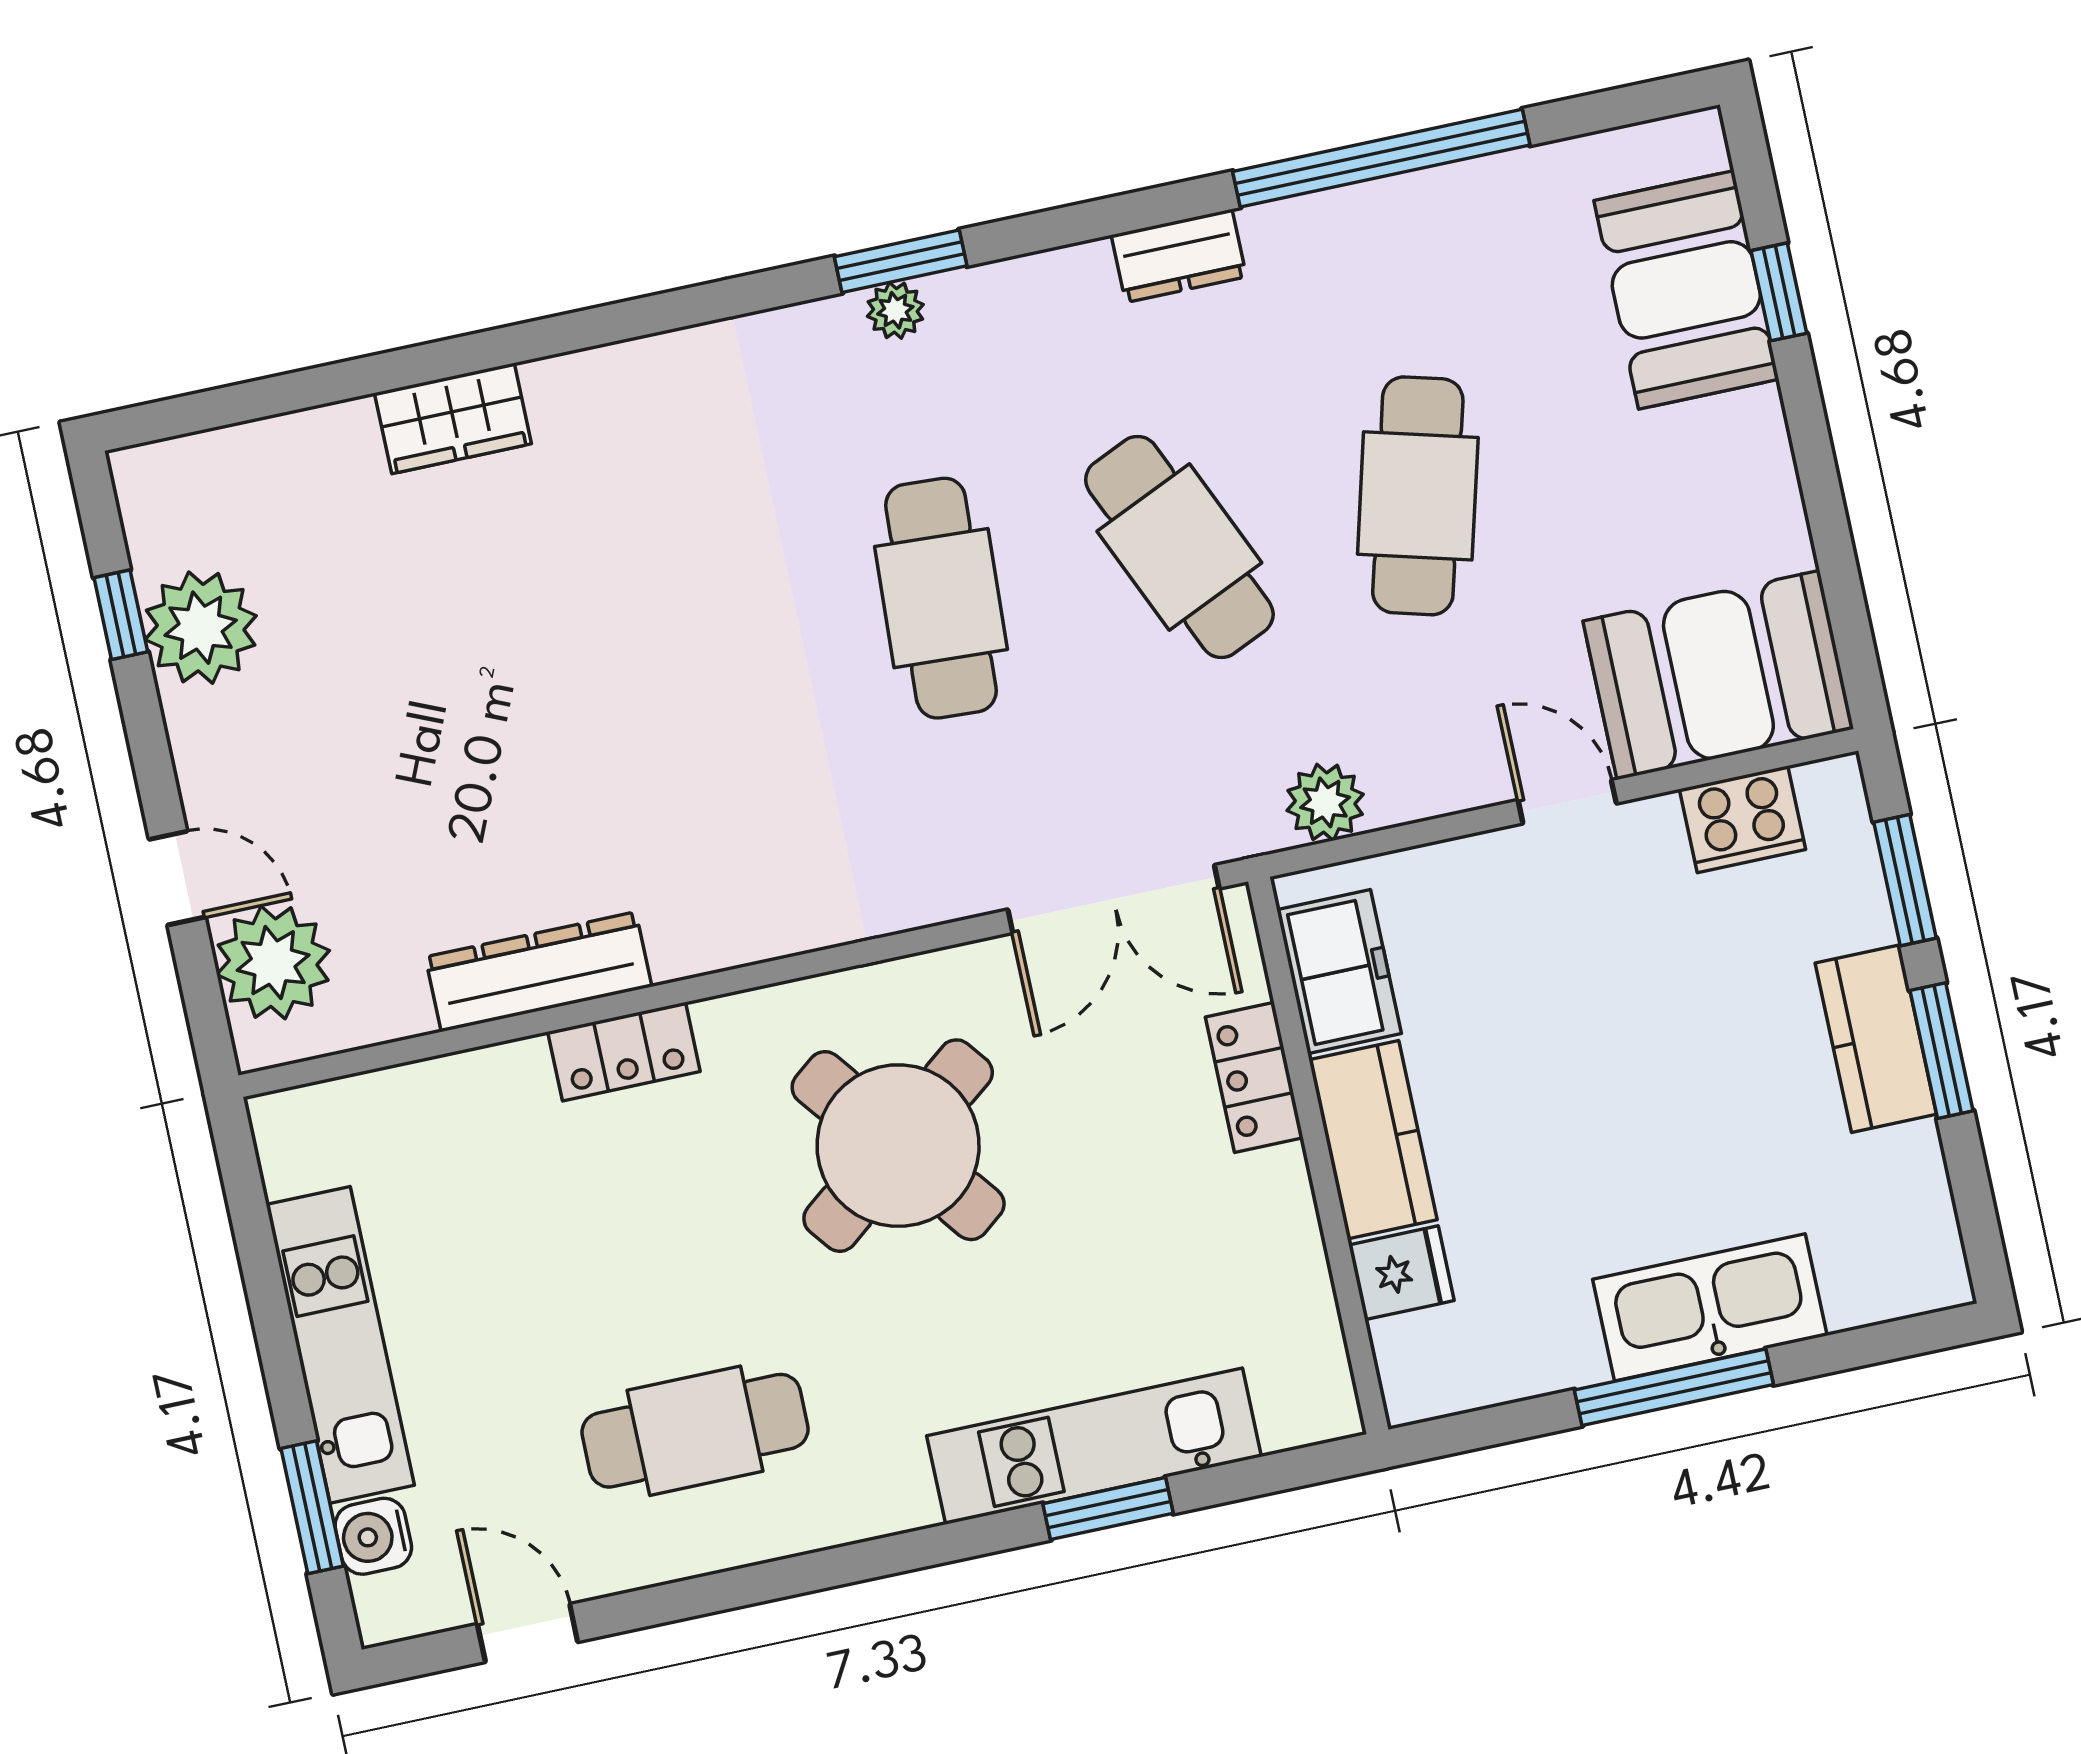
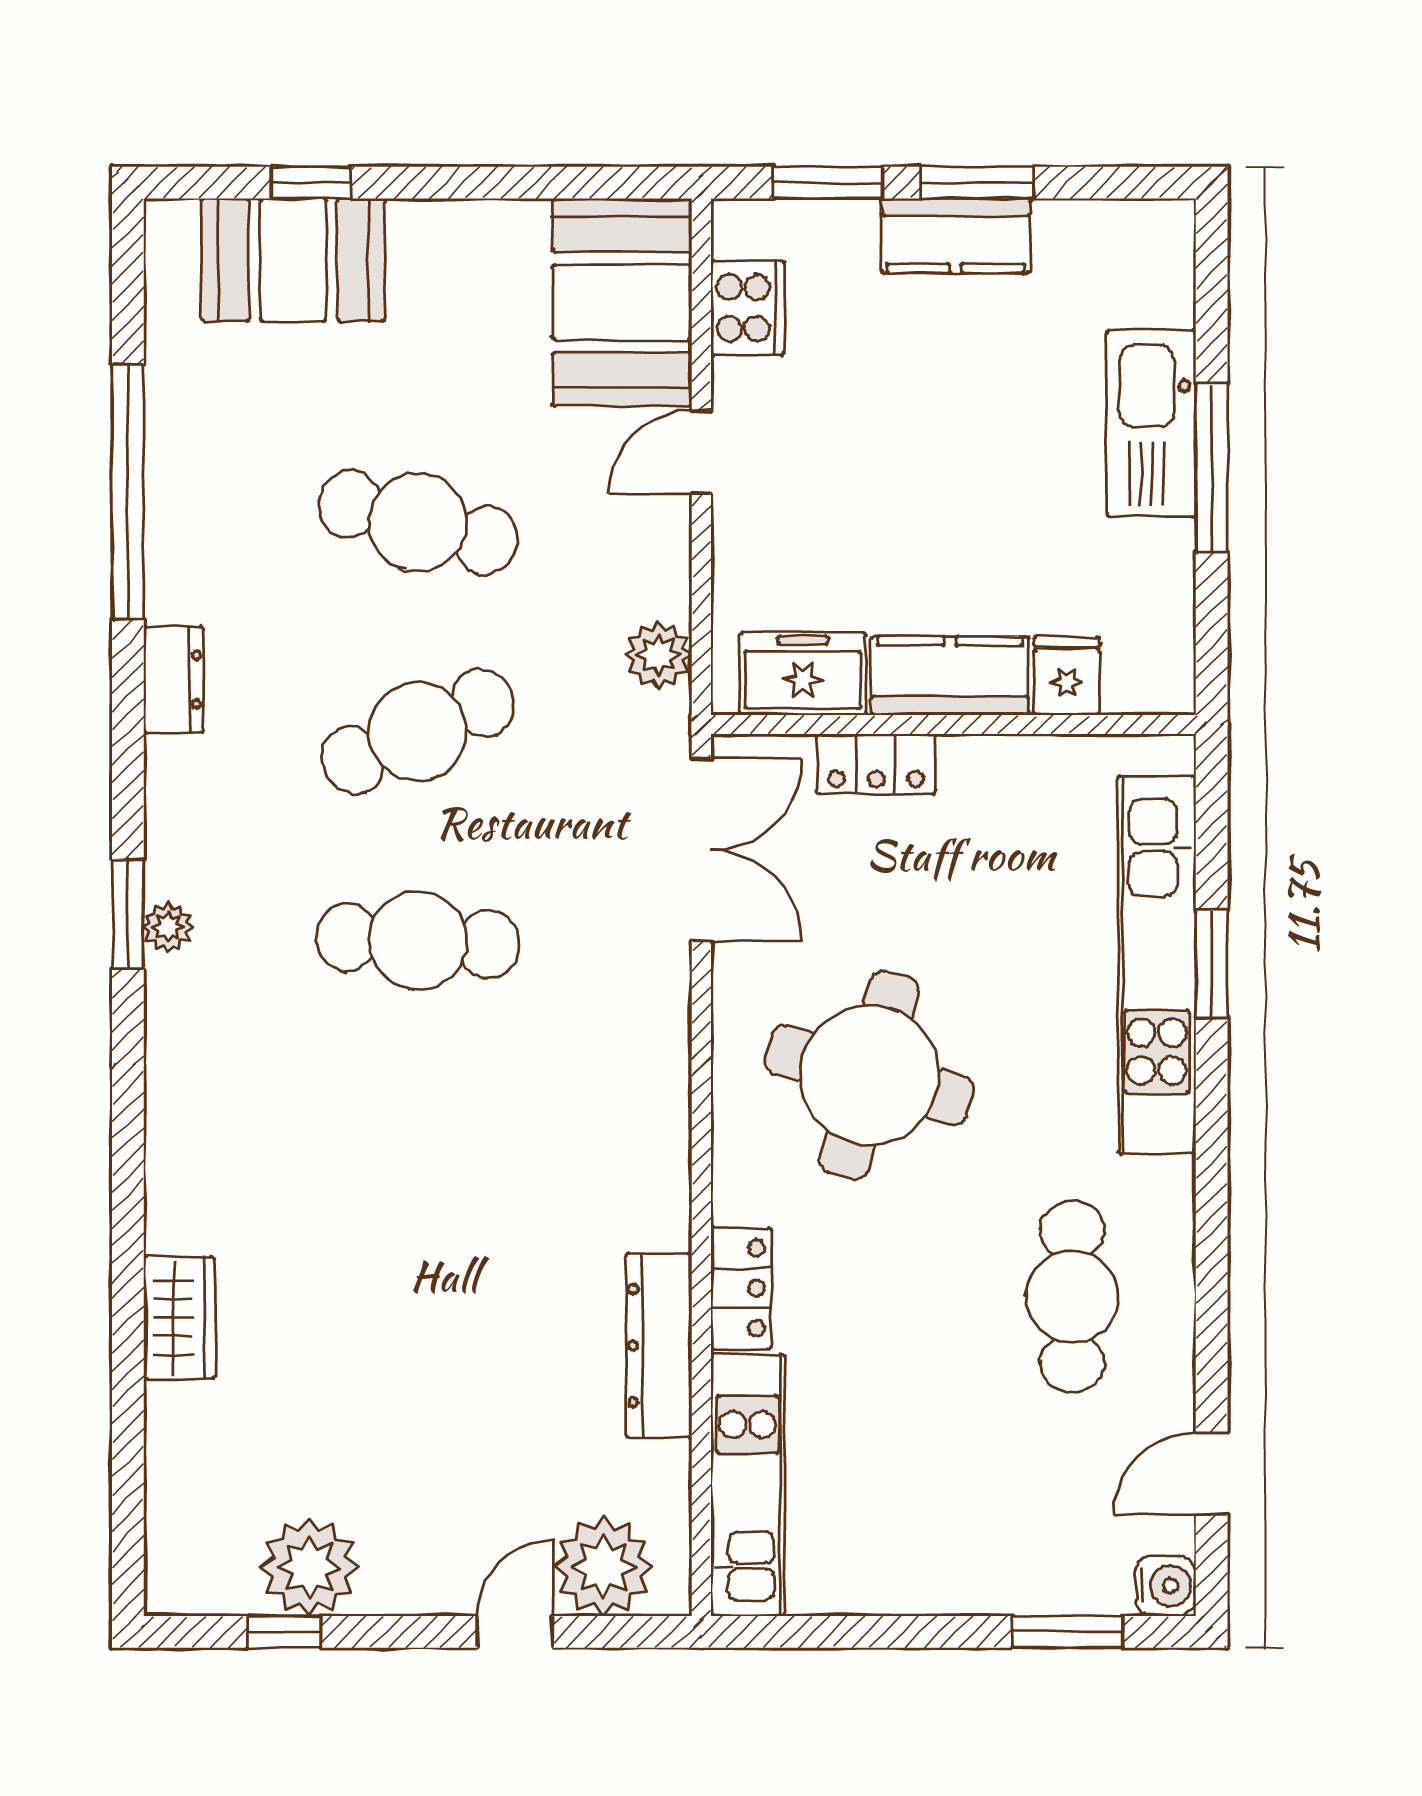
round table: (898, 1146) -> (869, 1075), turned -36
kitchen unit: (340, 1345) -> (748, 1485), moved, turned 90
kitchen unit: (1094, 1446) -> (1157, 965), width x1.36
water cooler: (373, 1536) -> (1166, 1586), moved, turned -90

